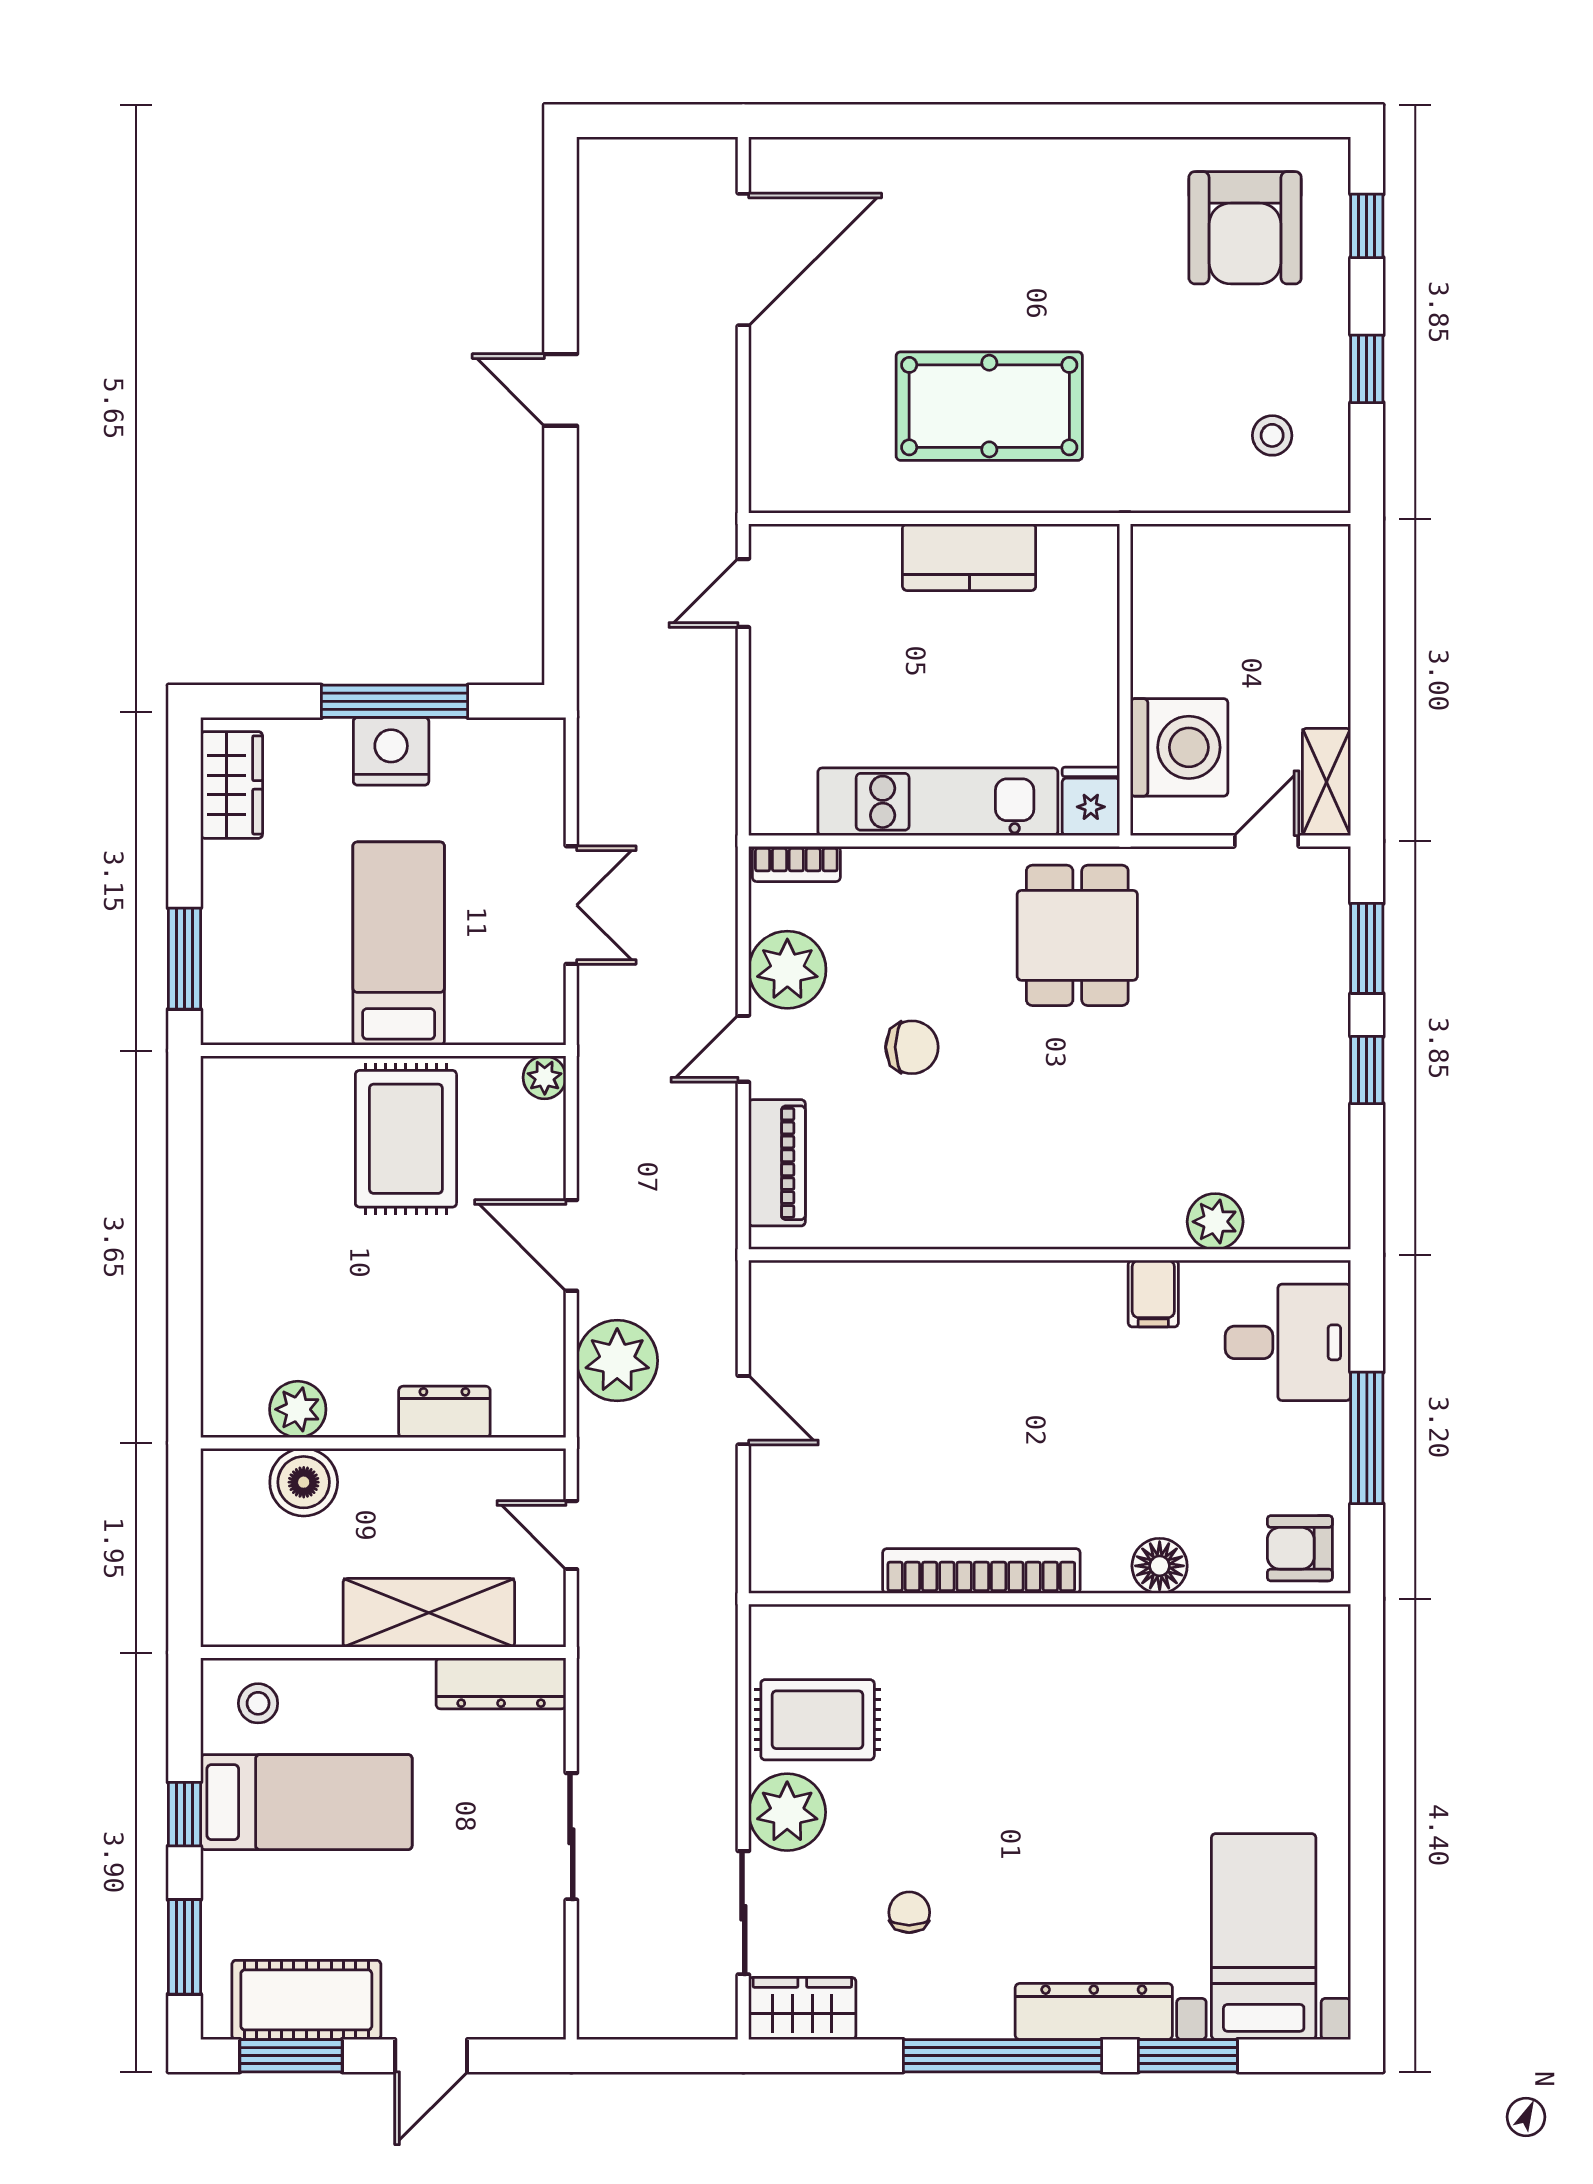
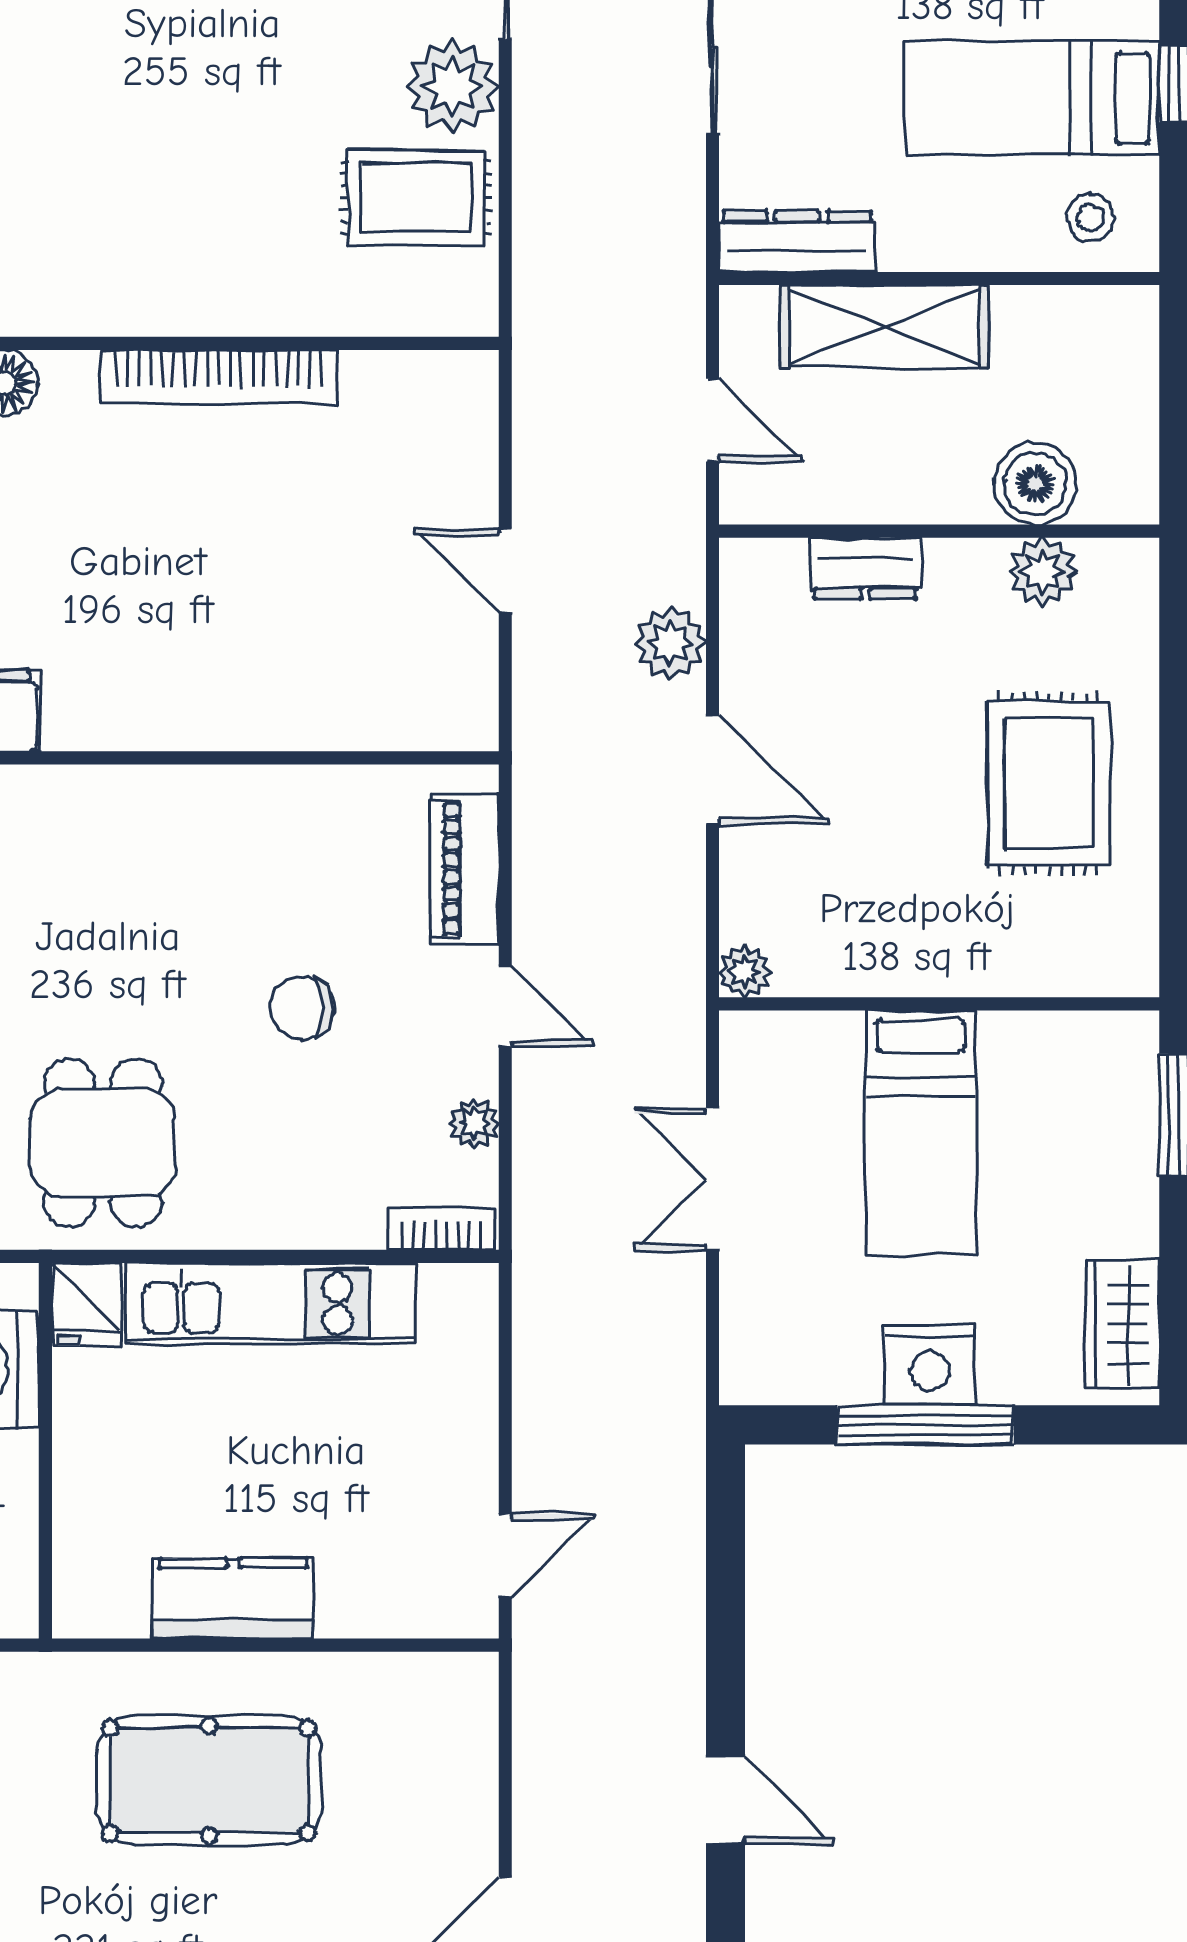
plant: (787, 970) -> (474, 1123), width x0.53, depth x0.53
door: (743, 1049) -> (505, 1006), hinge flipped
rug: (406, 1139) -> (1049, 783), moved
plant: (617, 1361) -> (670, 643), width x0.73, depth x0.73

